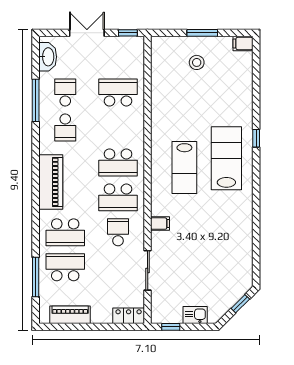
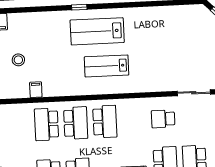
lab bench: (184, 168) -> (106, 66), turned 180
school desk: (118, 197) -> (76, 123), moved
filing cabinet: (160, 224) -> (36, 90), moved

